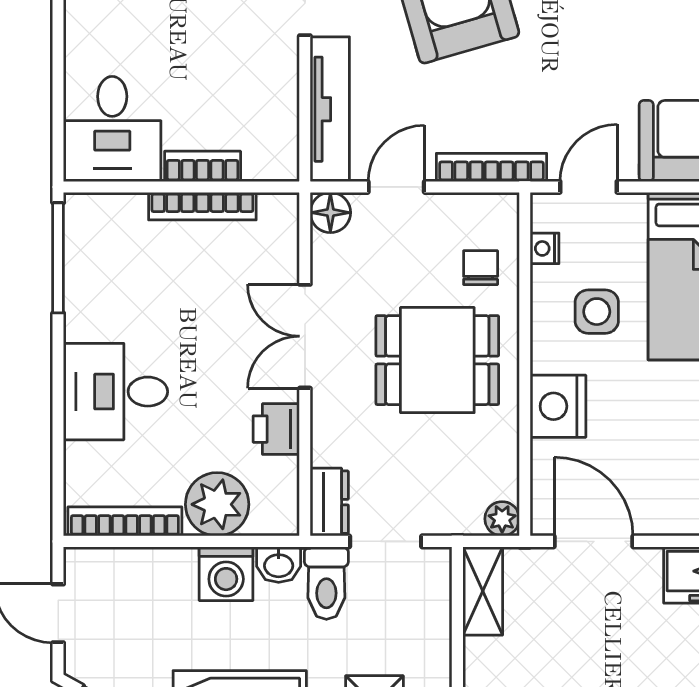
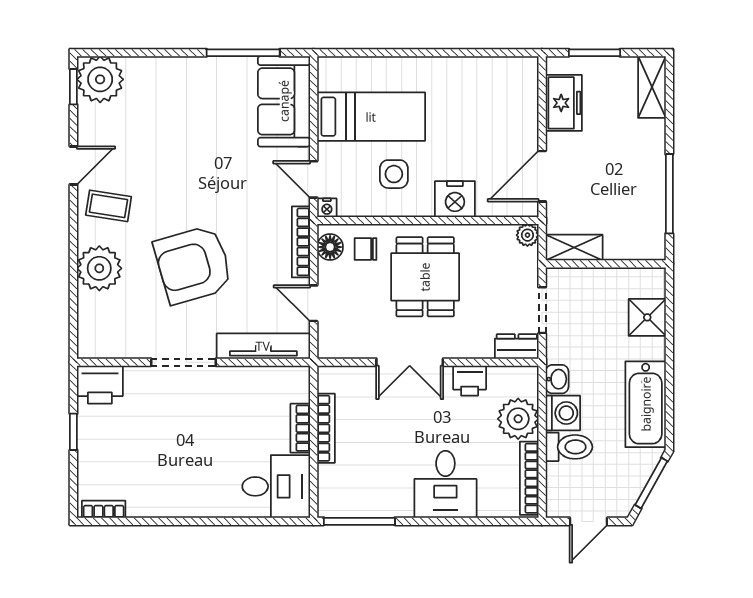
floor lamp: (330, 213) -> (330, 247), moved
nightstand: (544, 248) -> (327, 208), moved
toilet: (326, 583) -> (569, 447), moved

